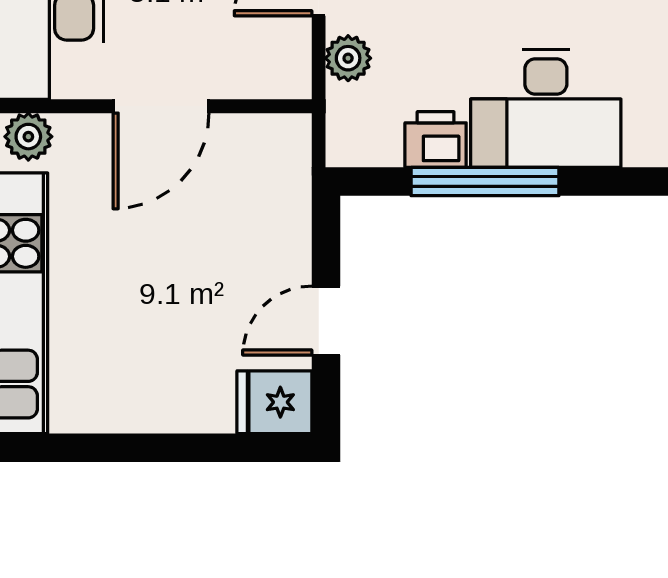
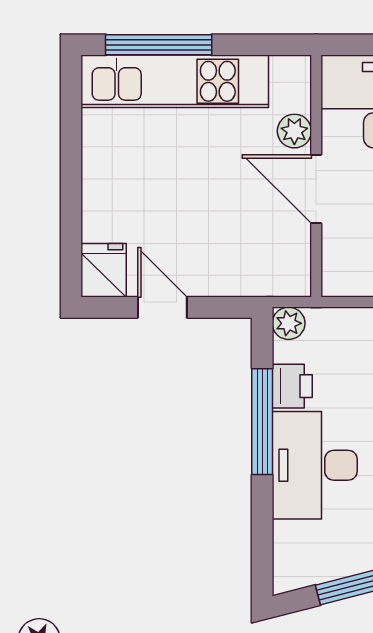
plant: (348, 58) -> (289, 323), moved
plant: (28, 137) -> (294, 131), moved

